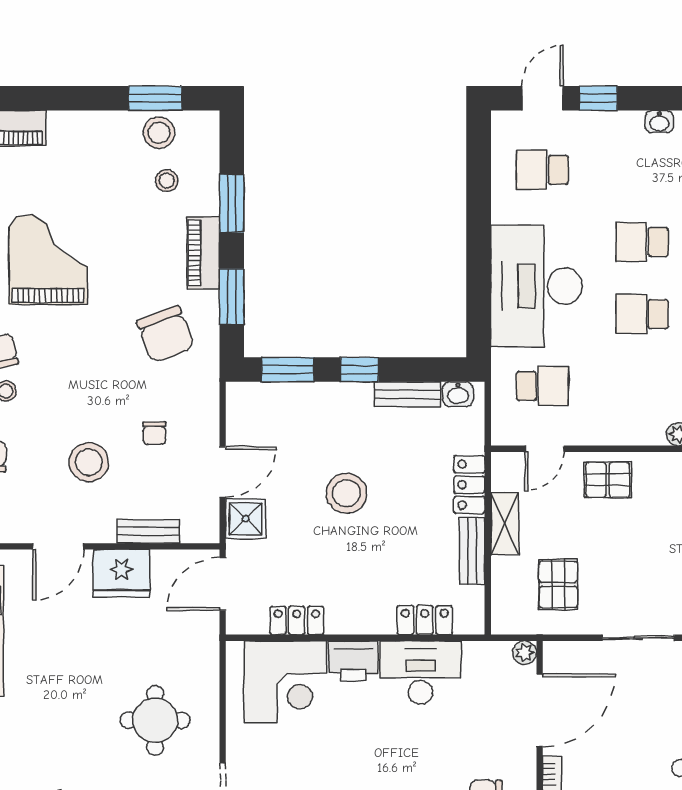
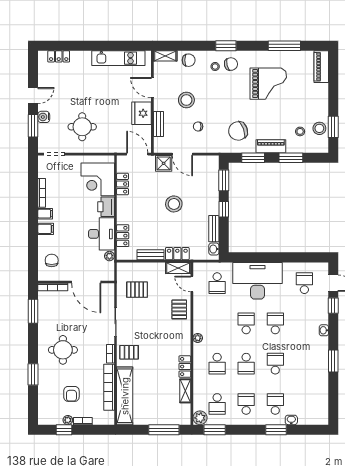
shelving: (505, 524) -> (178, 268), moved
plant: (525, 653) -> (109, 256), moved

